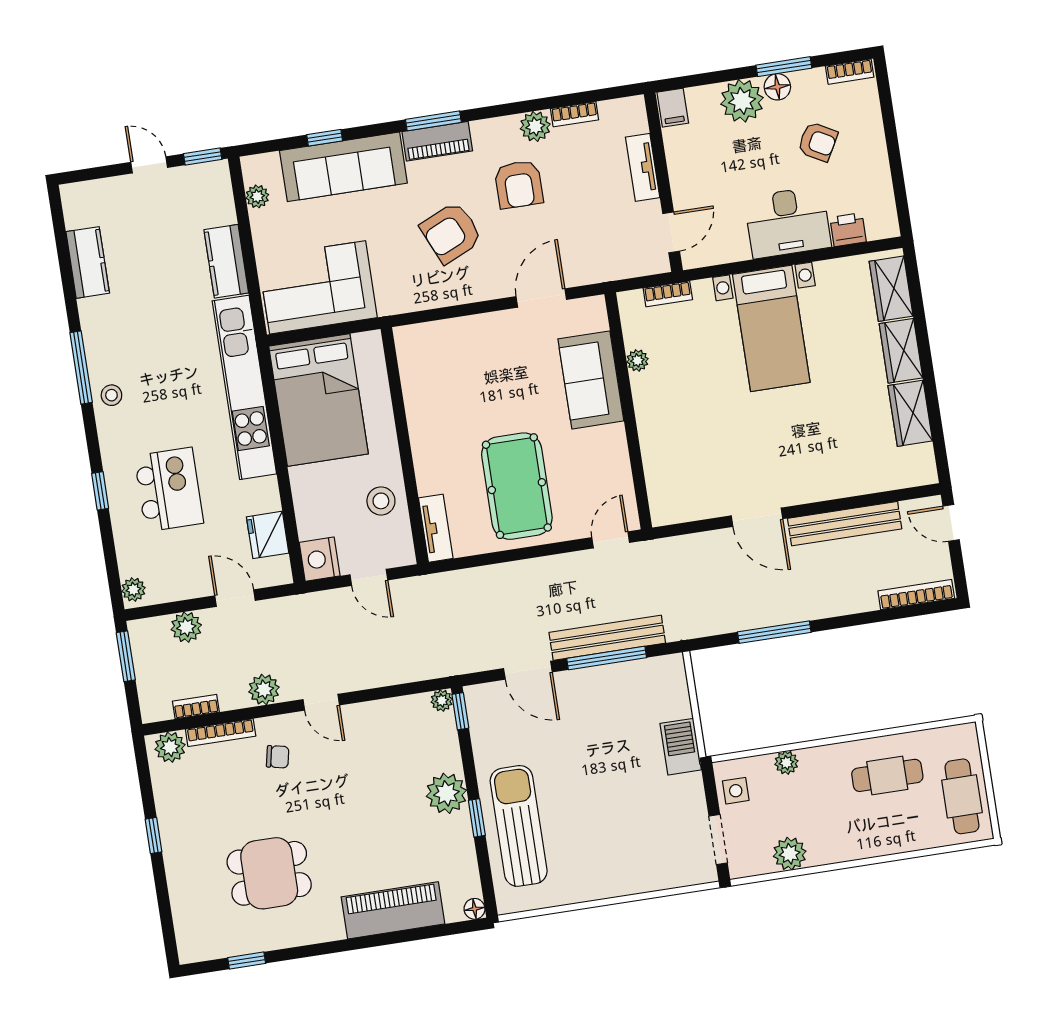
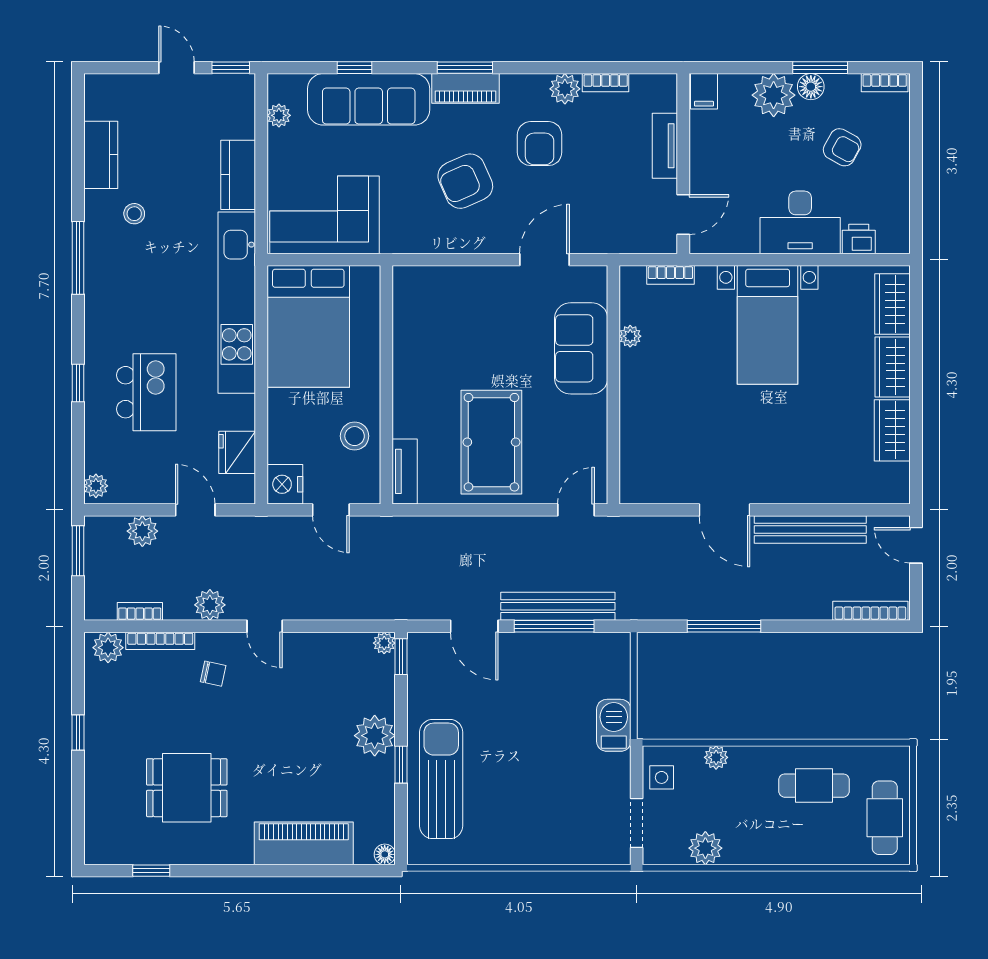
stool: (111, 395) -> (134, 214), moved

